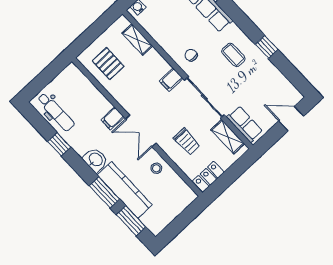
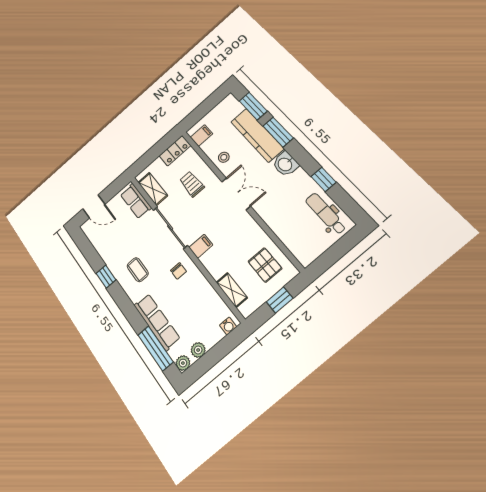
window: (93, 33) -> (280, 300), added
filing cabinet: (113, 118) -> (202, 136), moved

